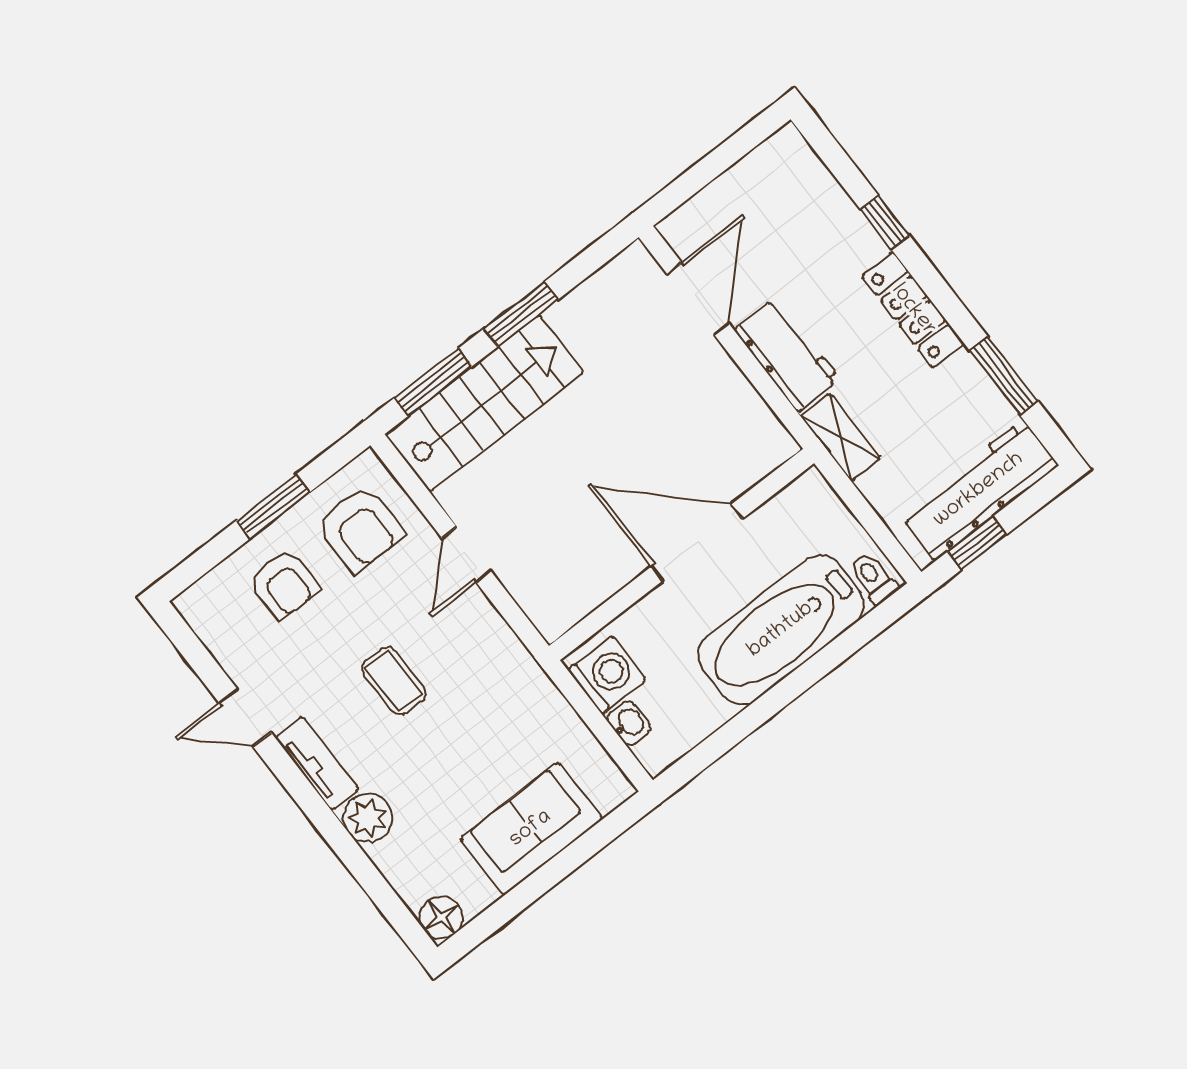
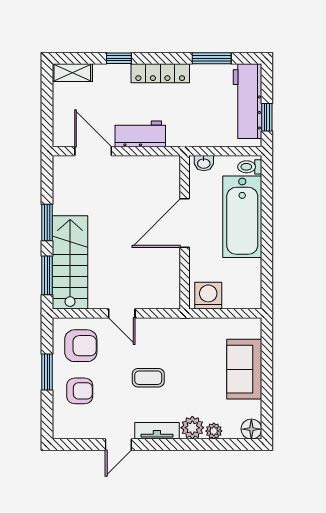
shelving: (841, 437) -> (72, 73), moved
washbasin: (629, 723) -> (204, 163), moved, turned 180
plant: (390, 858) -> (214, 431), added

